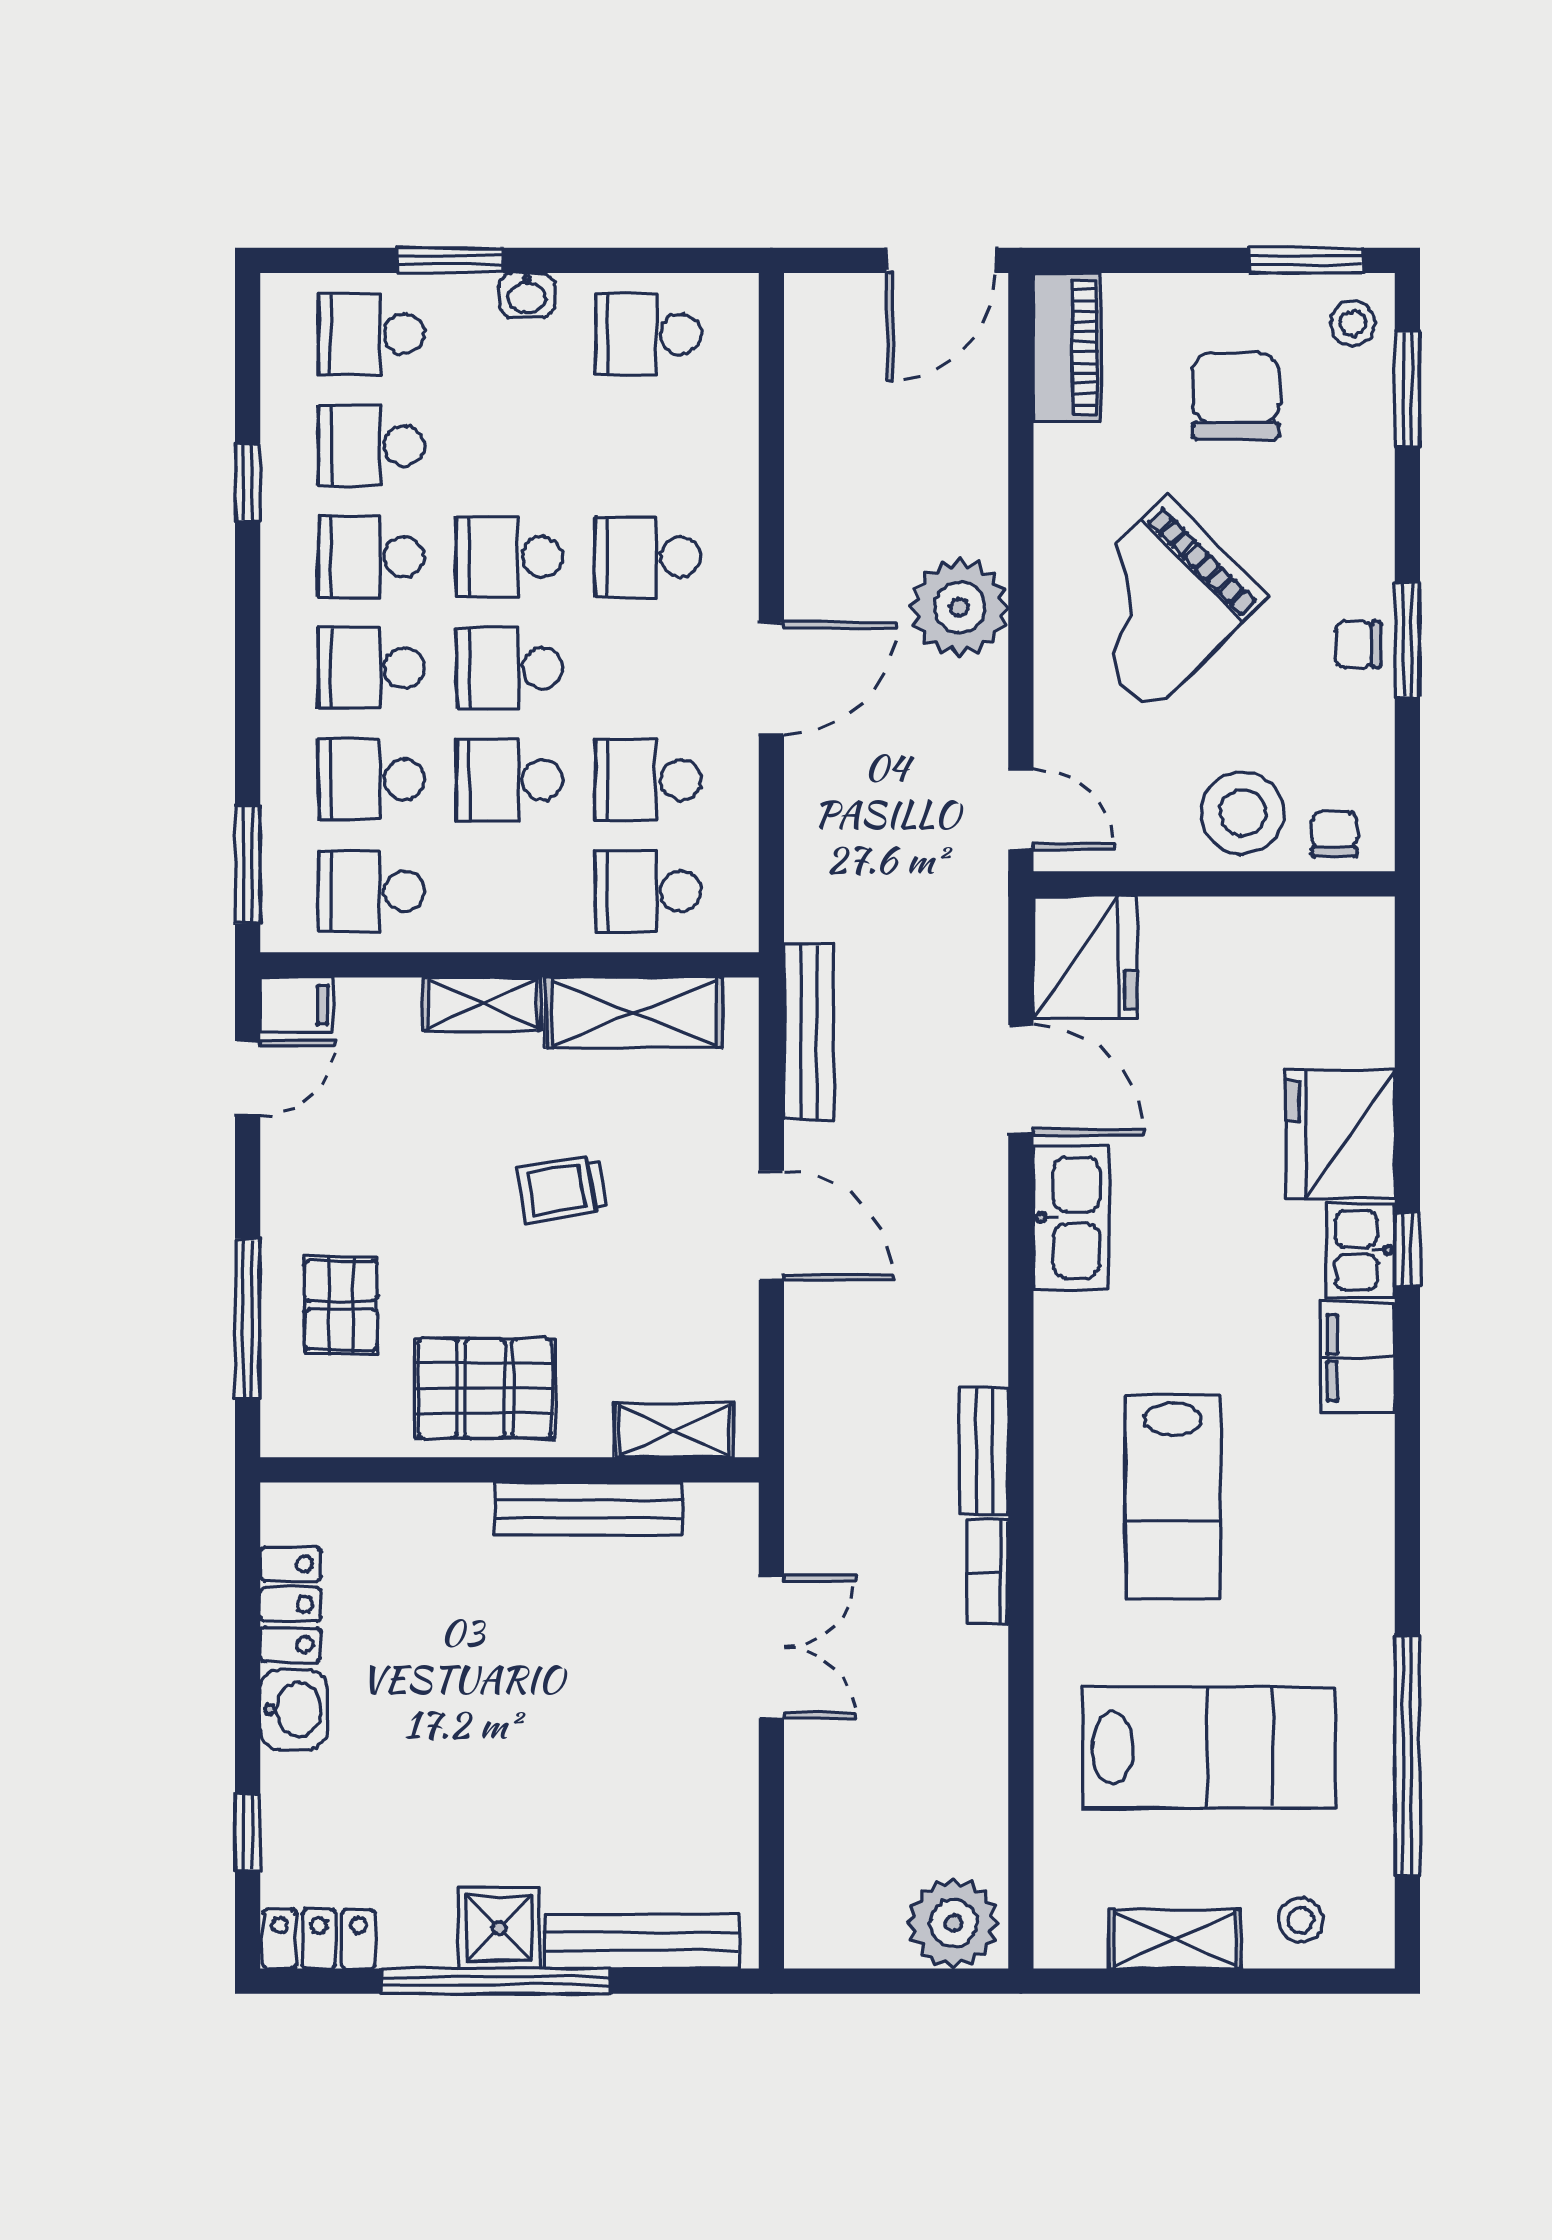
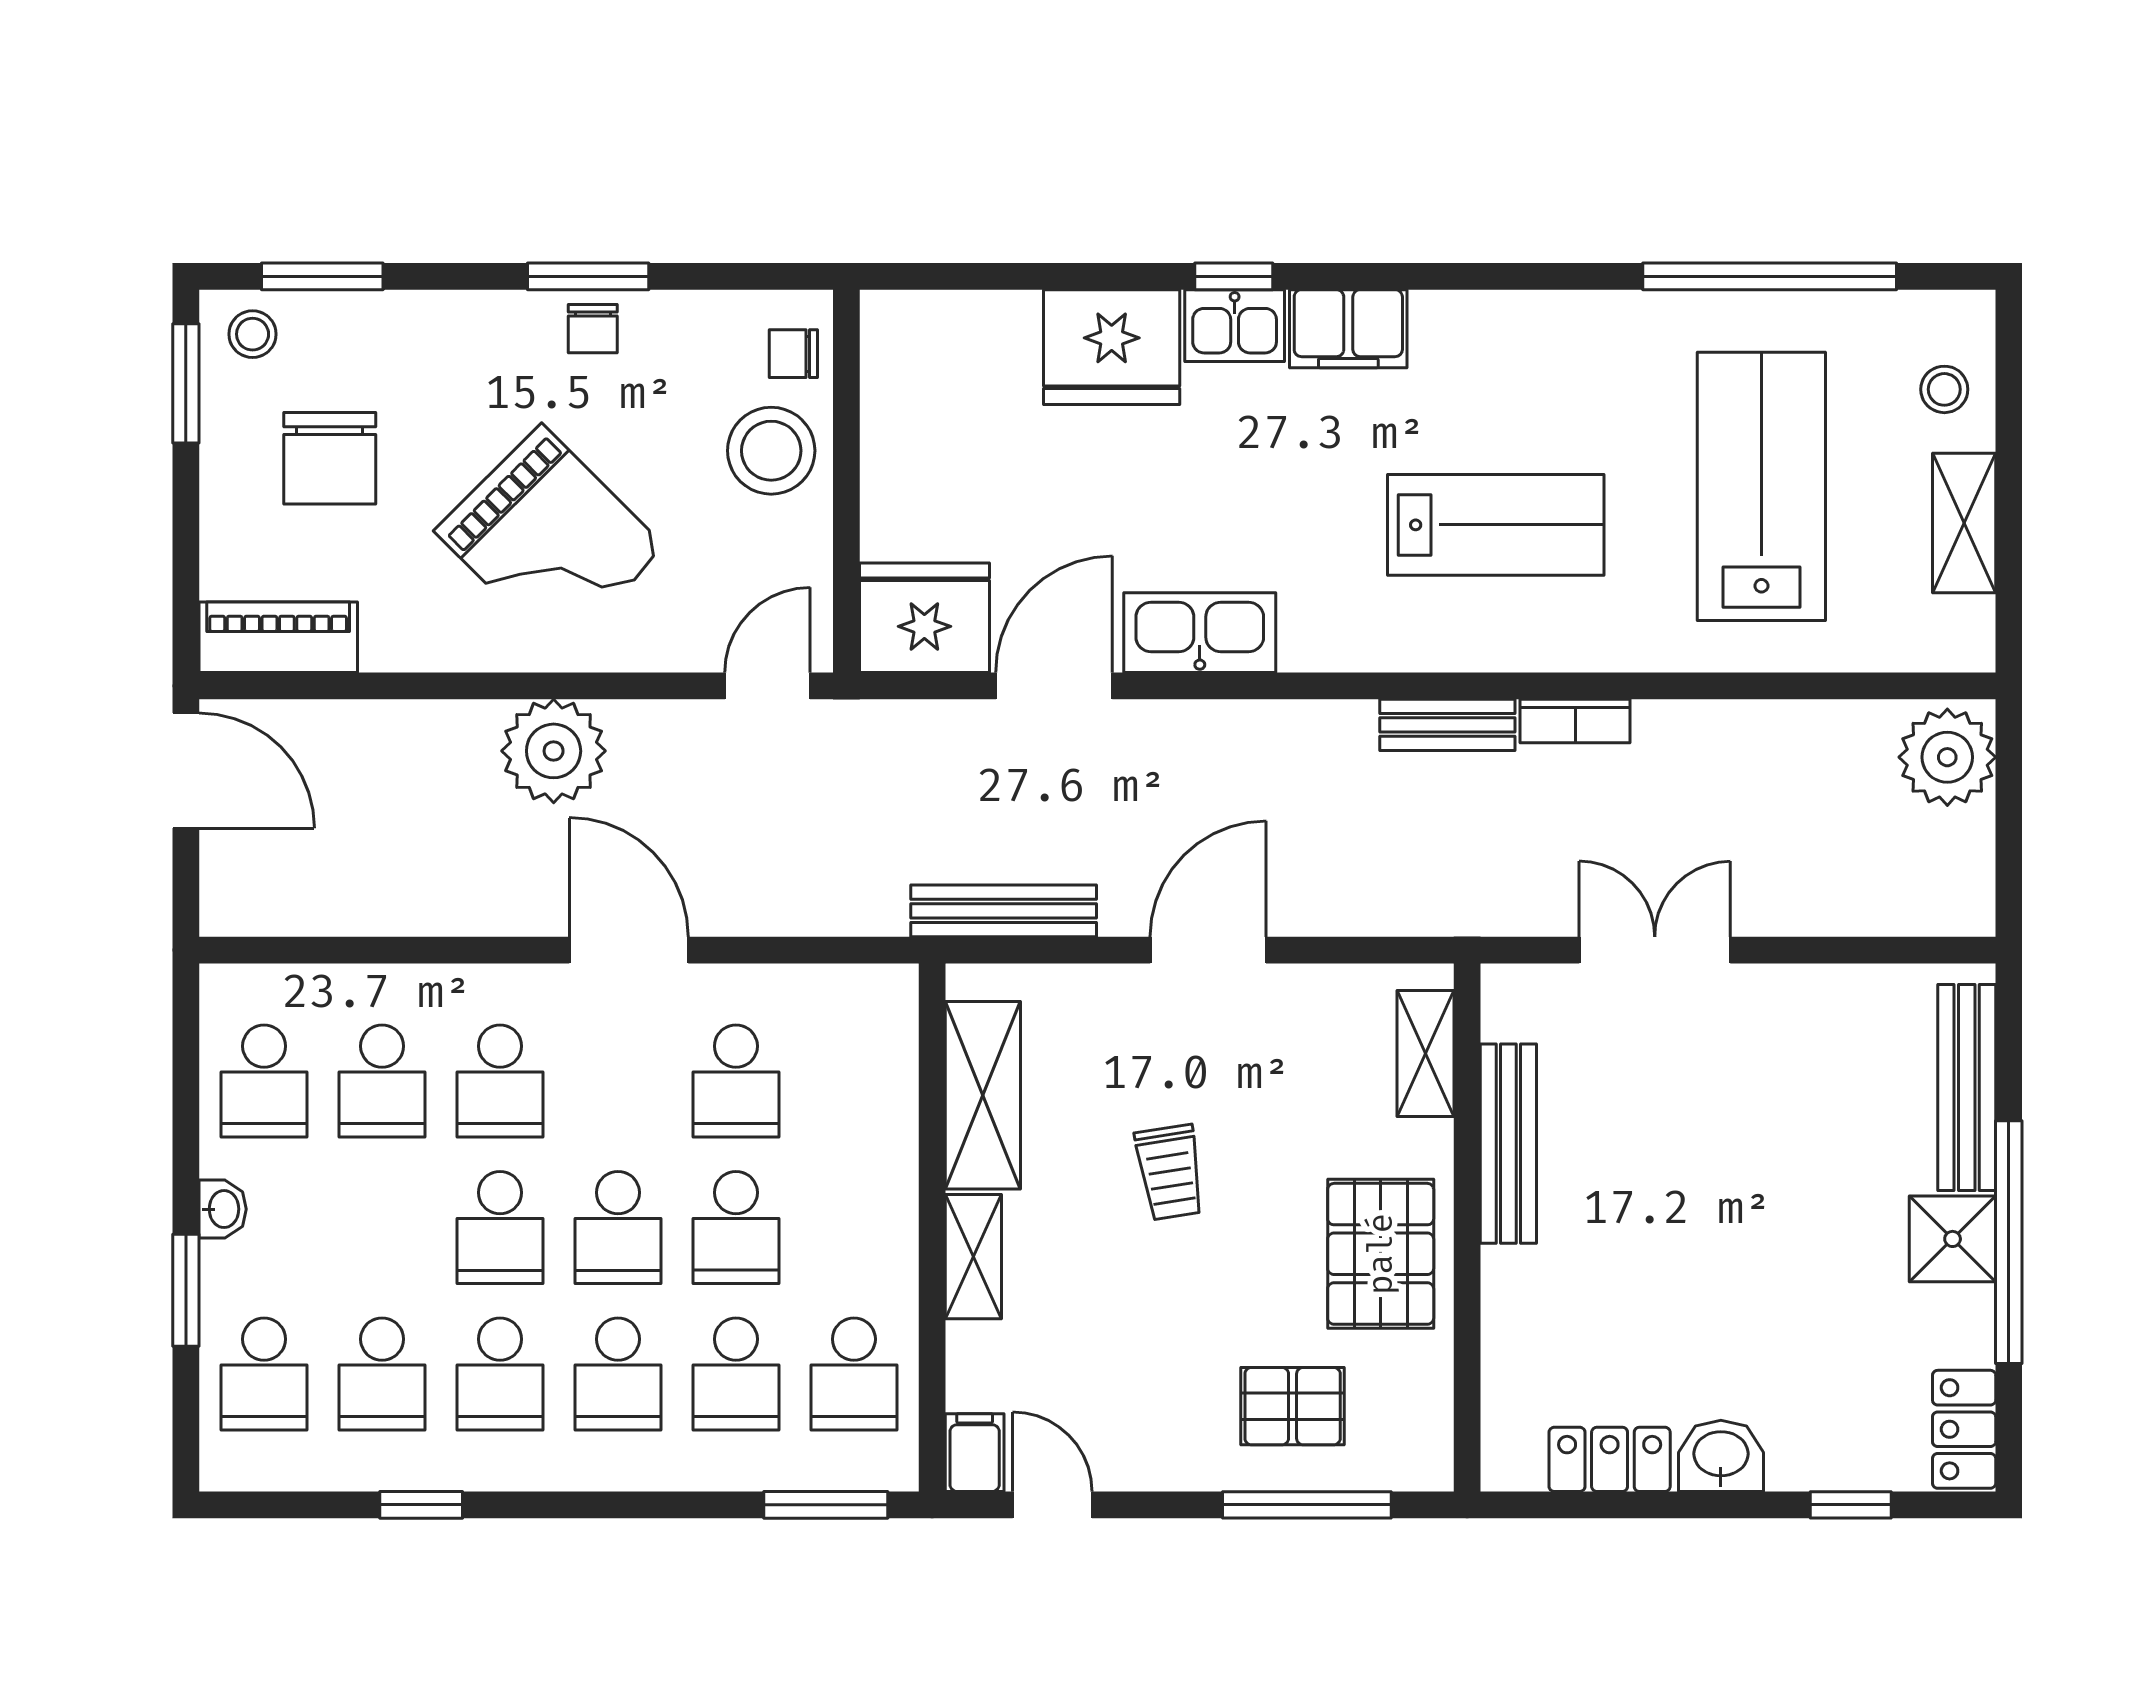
chair: (1236, 396) -> (330, 458), turned -90
school desk: (648, 891) -> (382, 1081), moved

